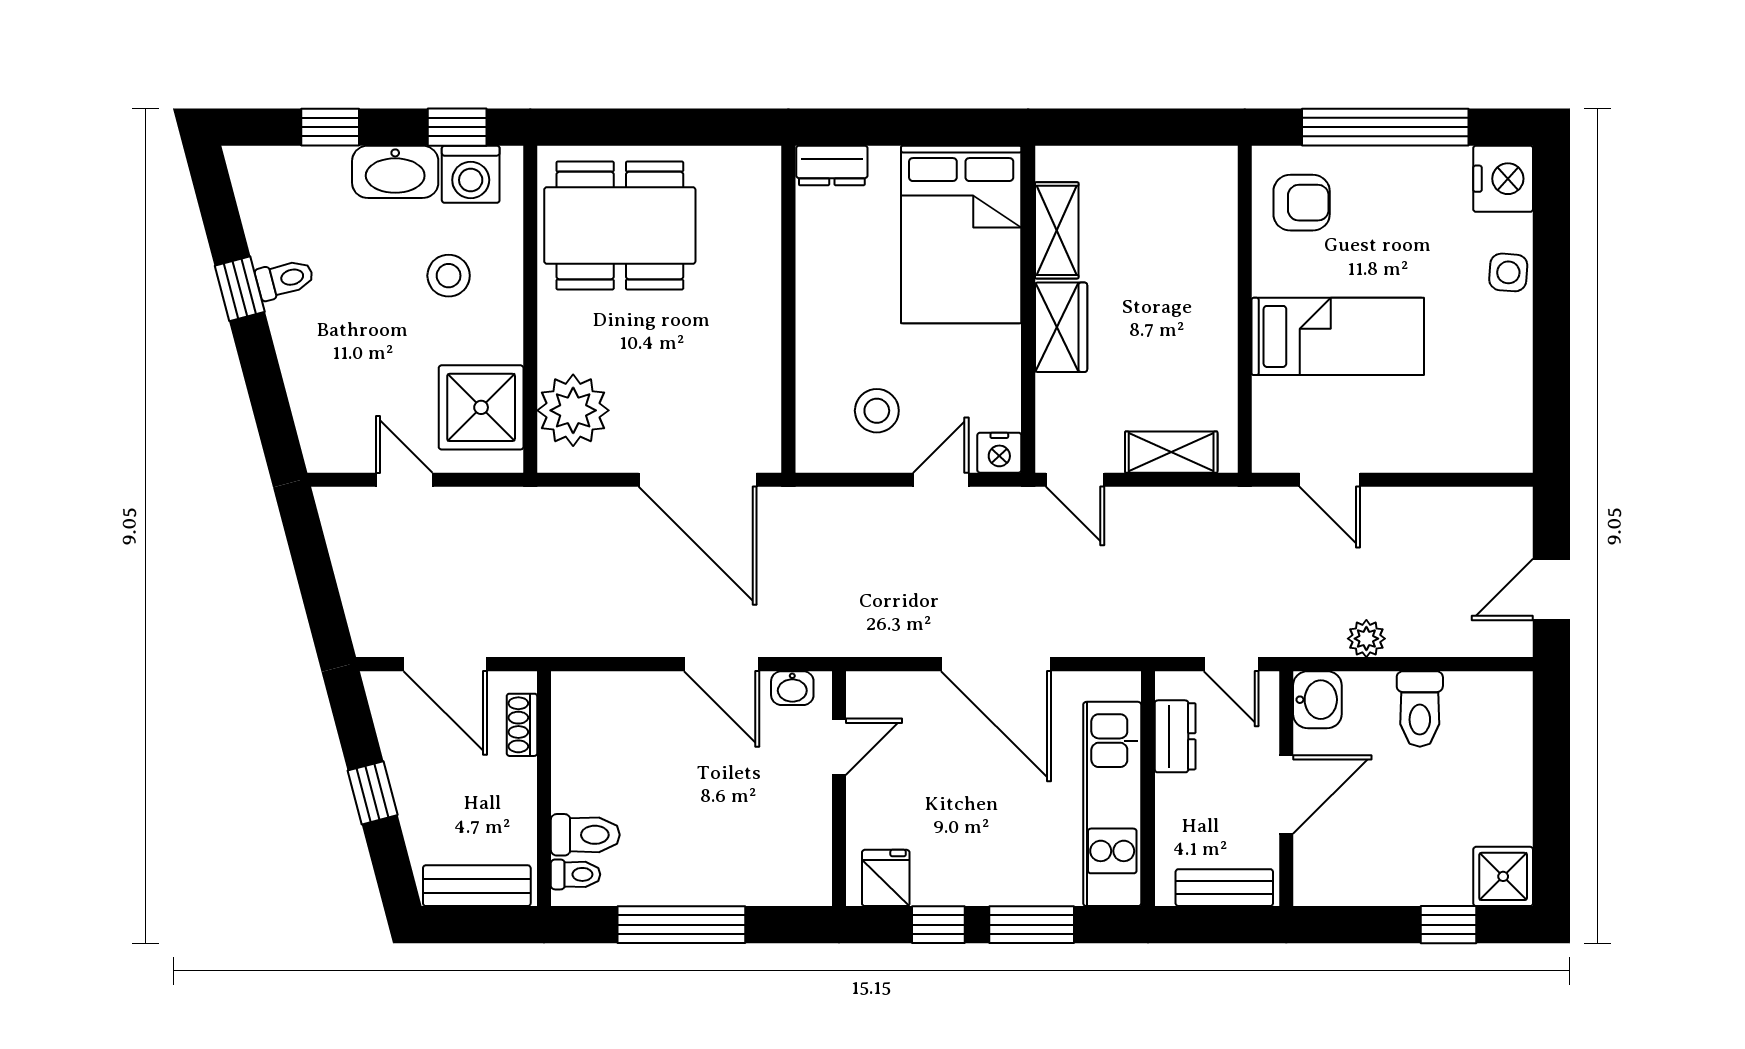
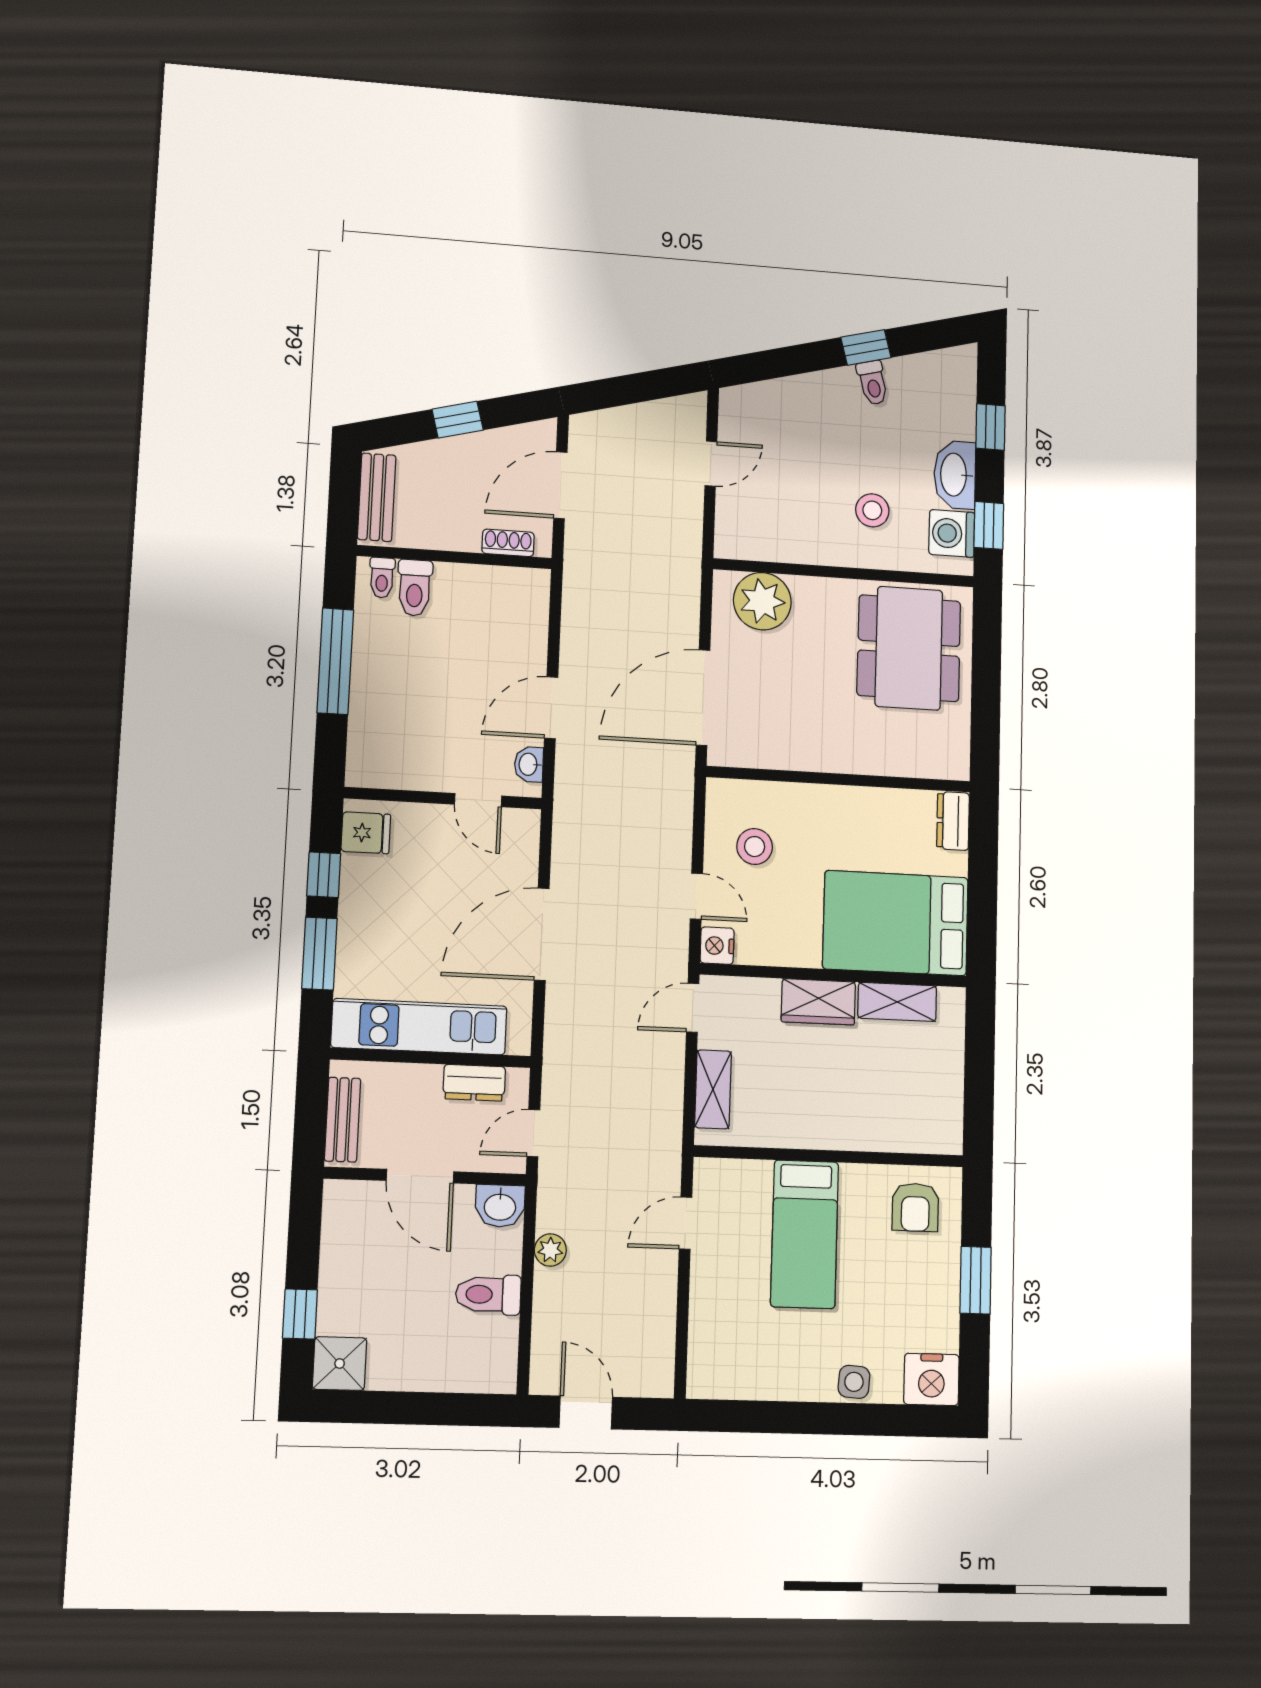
window: (1385, 127) -> (976, 1280), width x0.47
shower: (481, 407) -> (767, 528), removed

